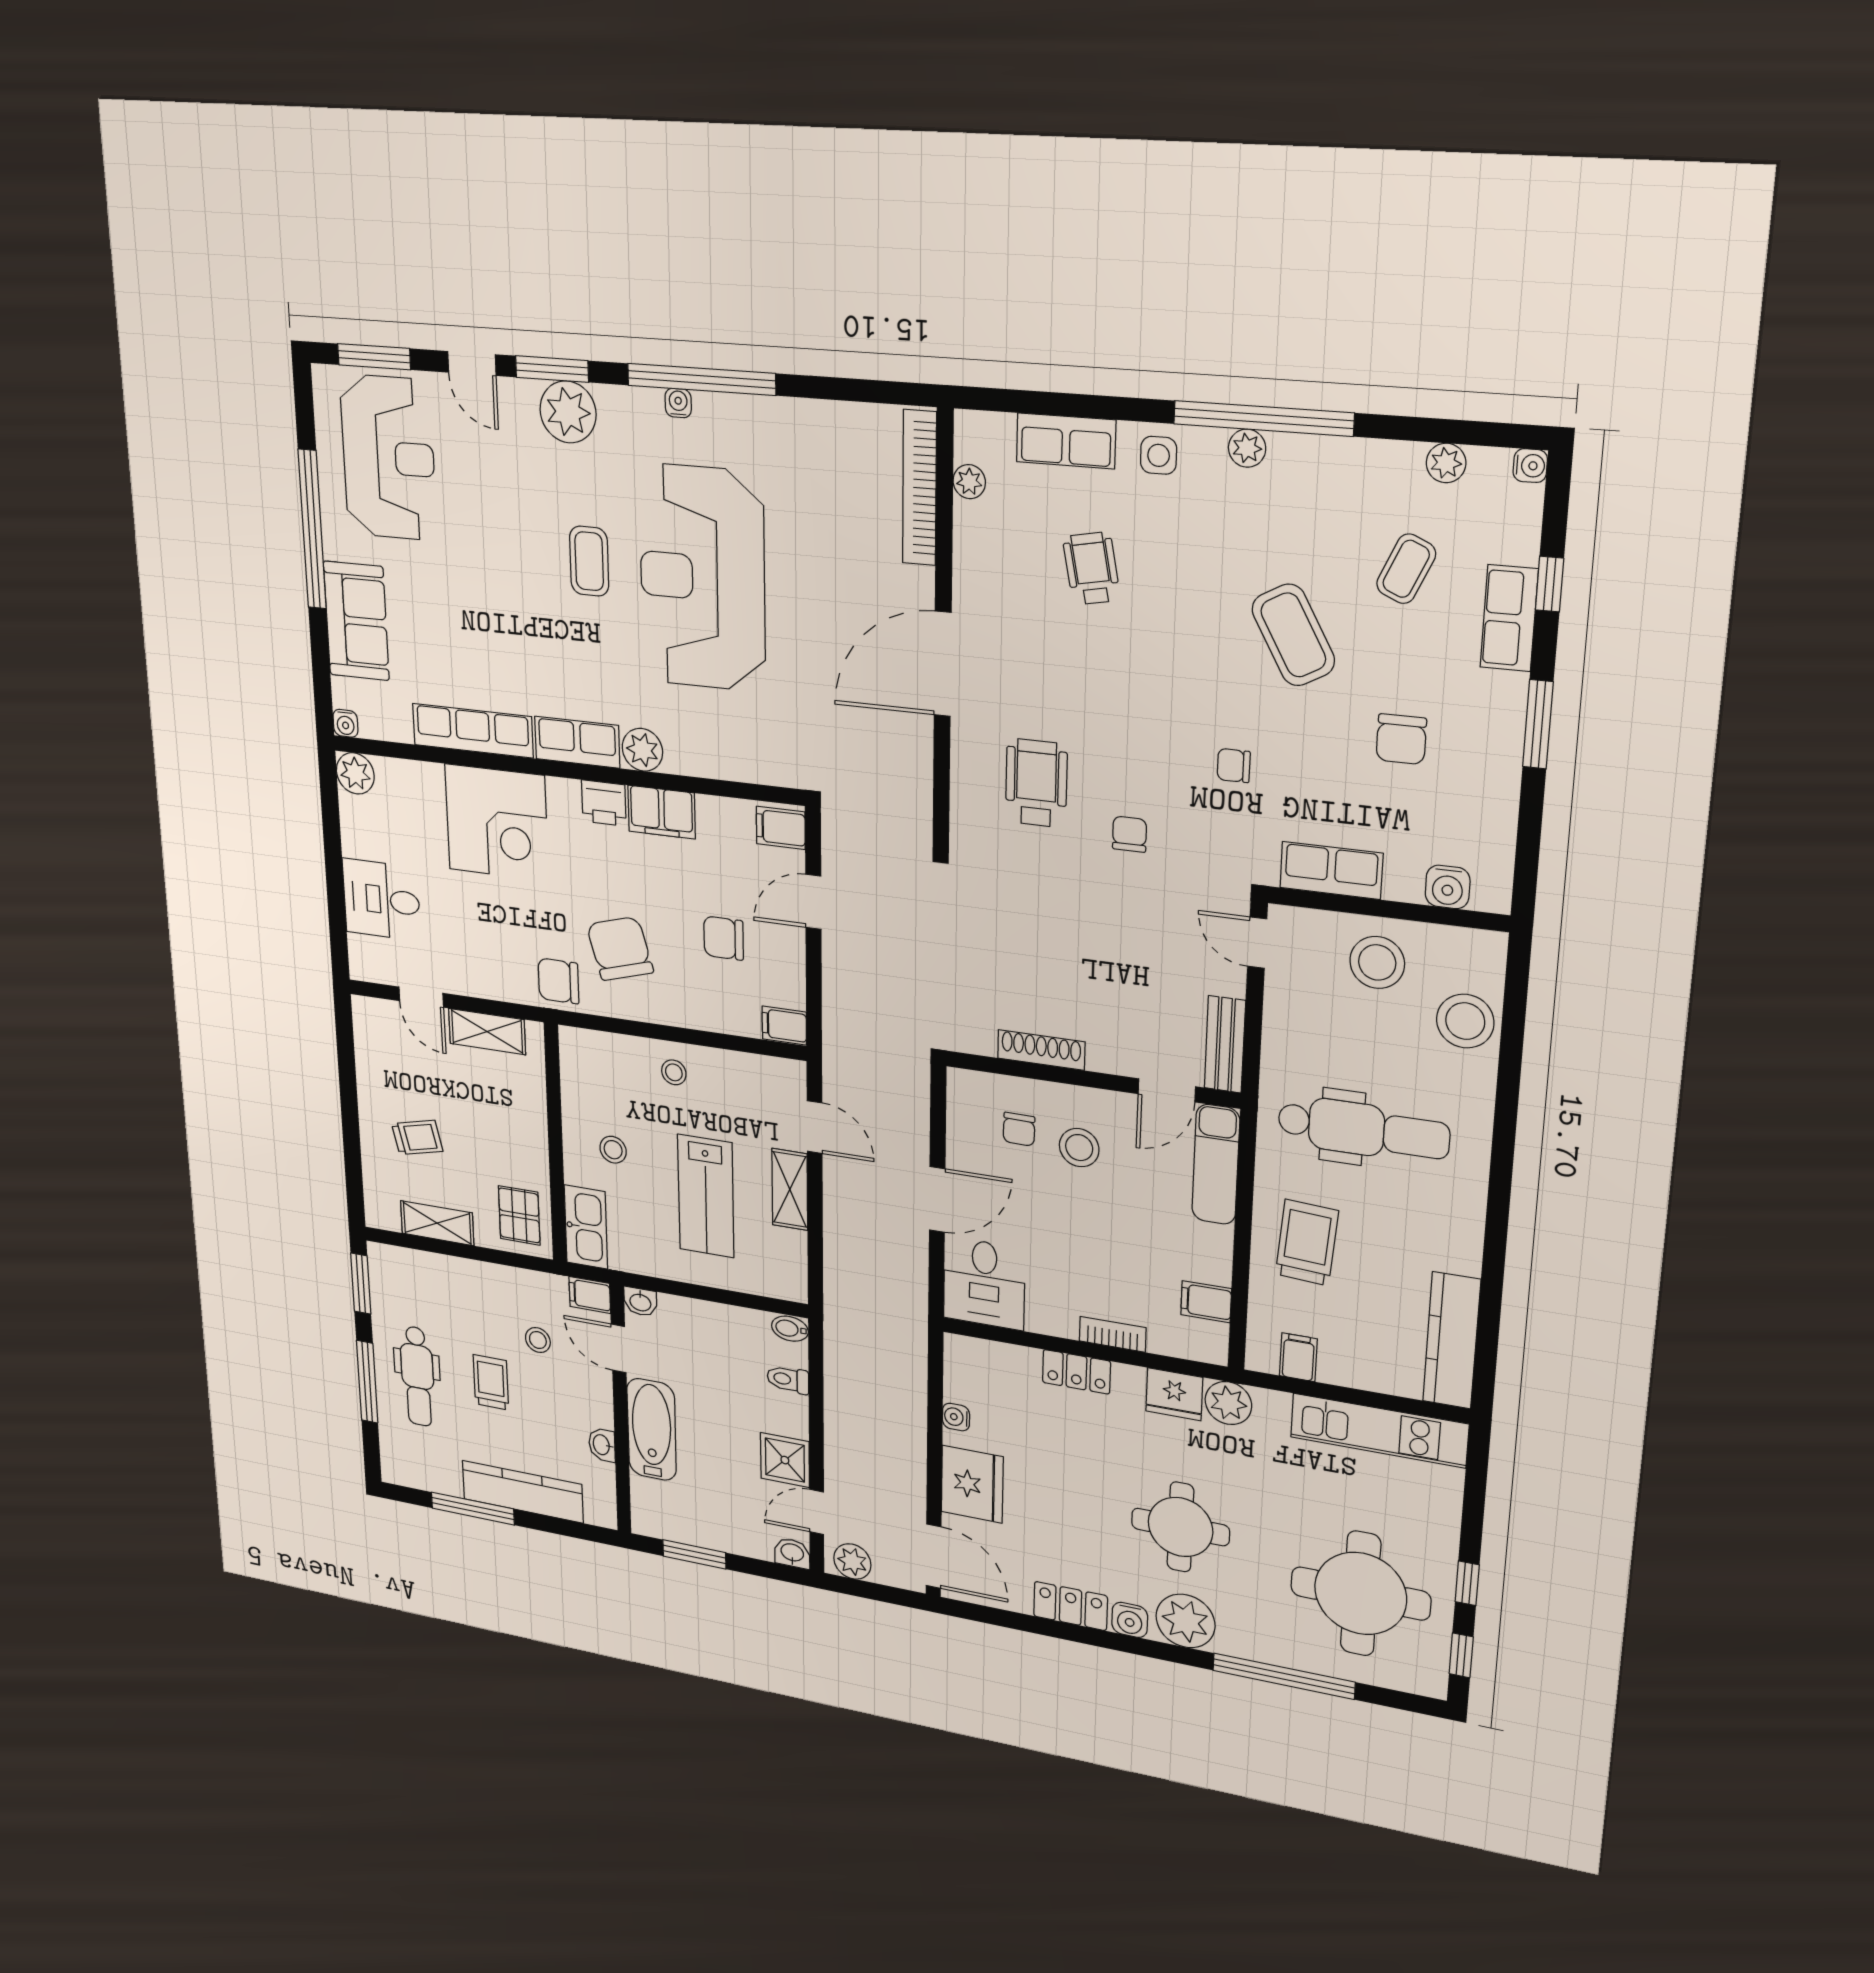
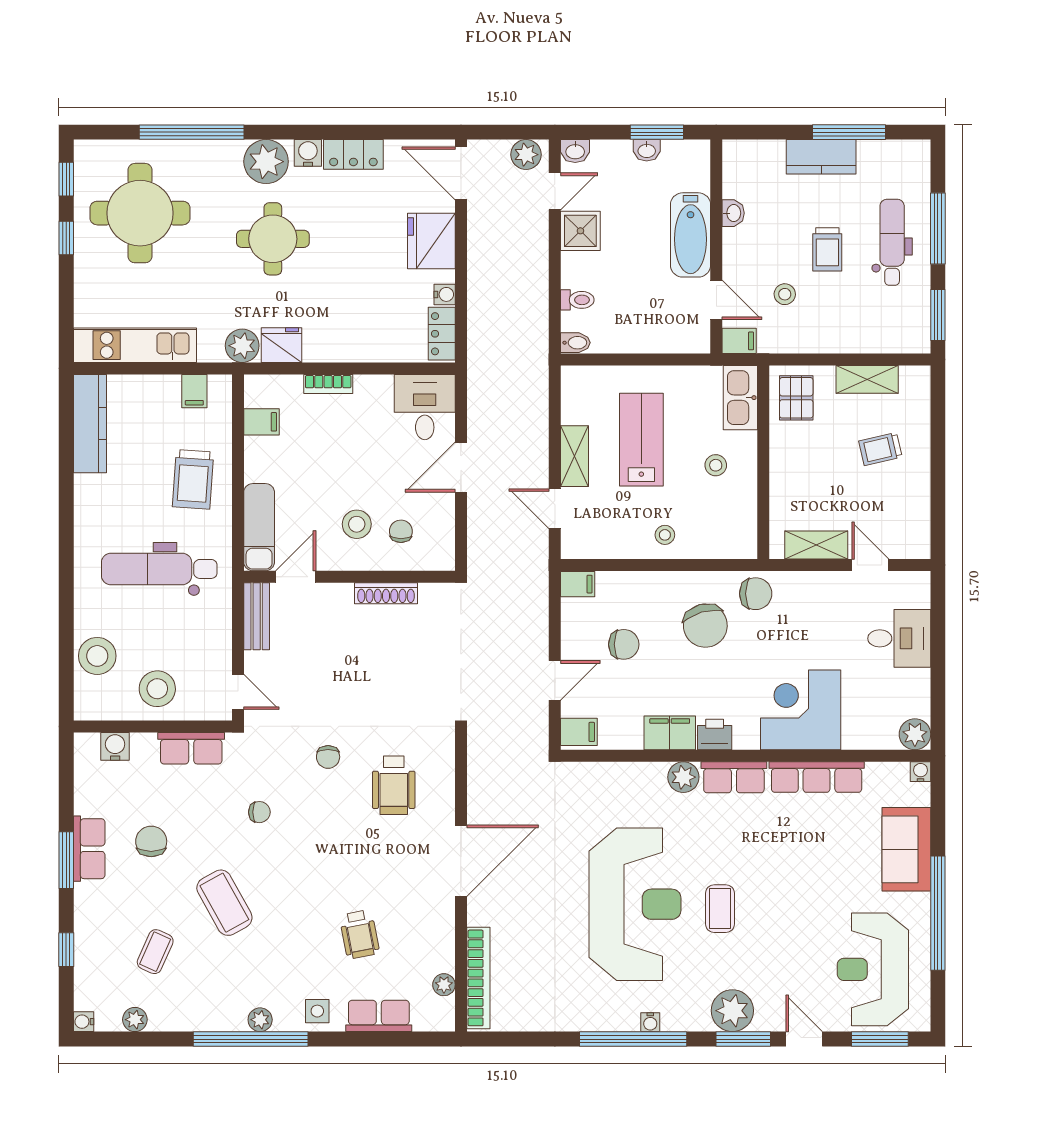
row of seats: (1509, 618) -> (89, 849), moved
washbasin: (640, 1302) -> (647, 150), moved, turned 180
locker: (1076, 1372) -> (442, 334), moved, turned -90
kitchen counter: (523, 1492) -> (821, 157), width x0.67

